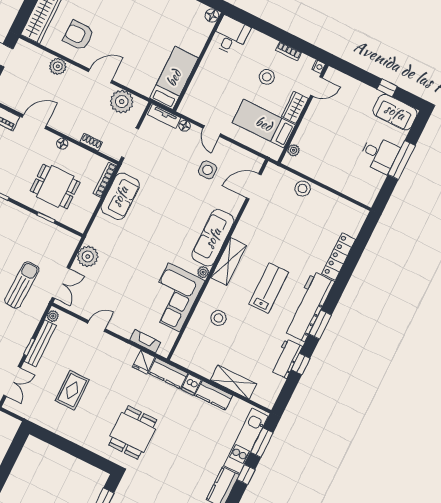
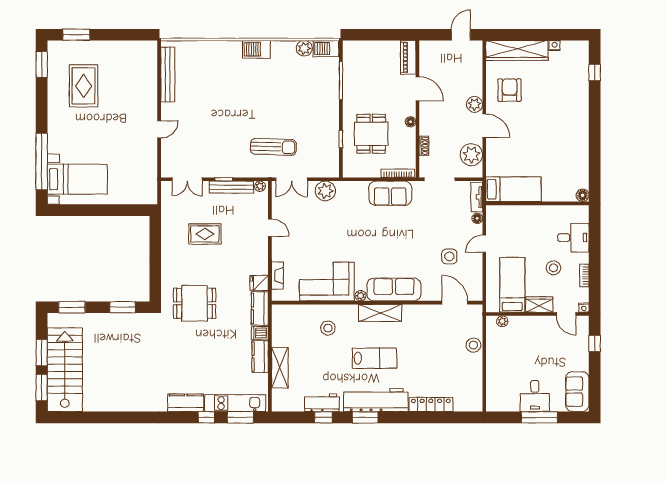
desk: (231, 35) -> (573, 238), moved
plant: (58, 66) -> (475, 104), moved
window: (387, 88) -> (595, 343), moved

